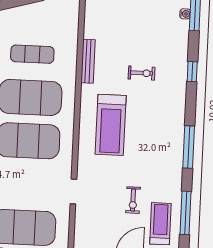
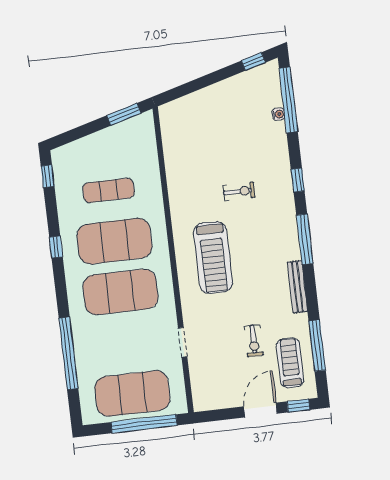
bench: (88, 61) -> (297, 287), moved
window: (189, 147) -> (305, 239), moved

